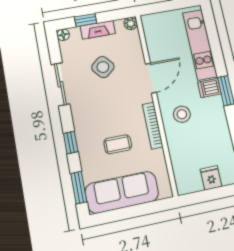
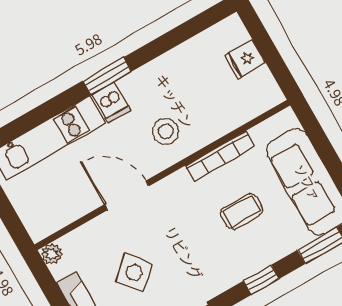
bookcase: (153, 125) -> (220, 156), moved
coffee table: (118, 144) -> (242, 211), turned 90

